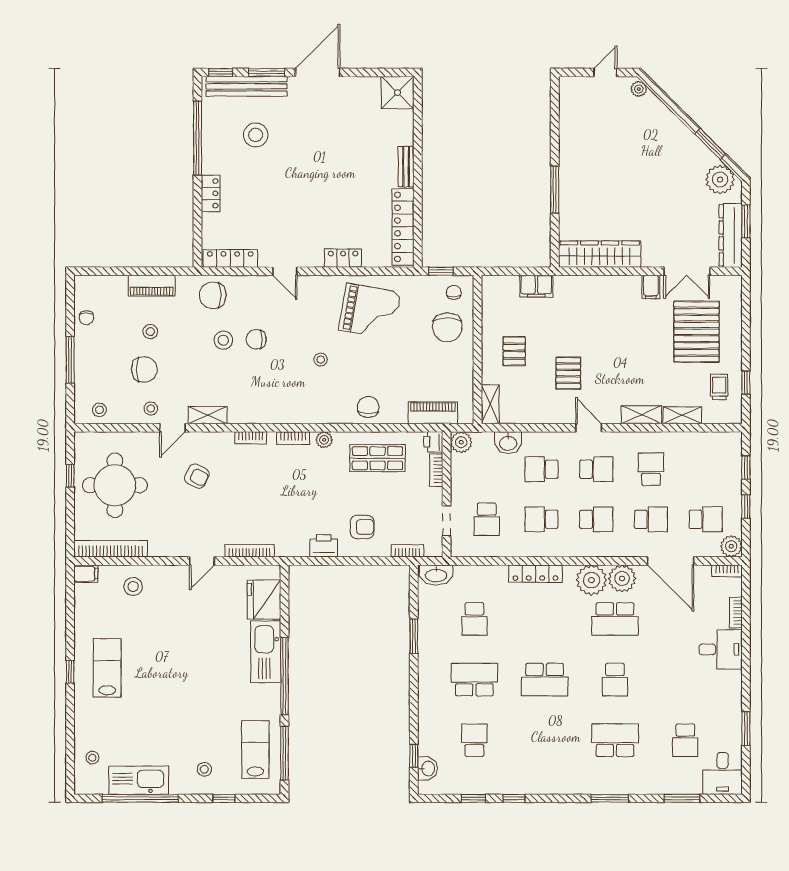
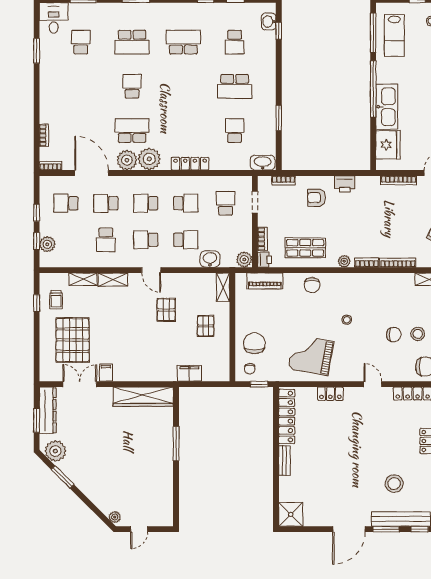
bookcase: (251, 438) -> (398, 263), width x1.56
plant: (731, 546) -> (47, 244), moved
desk: (721, 649) -> (55, 108), removed
school desk: (545, 680) -> (183, 42), moved

